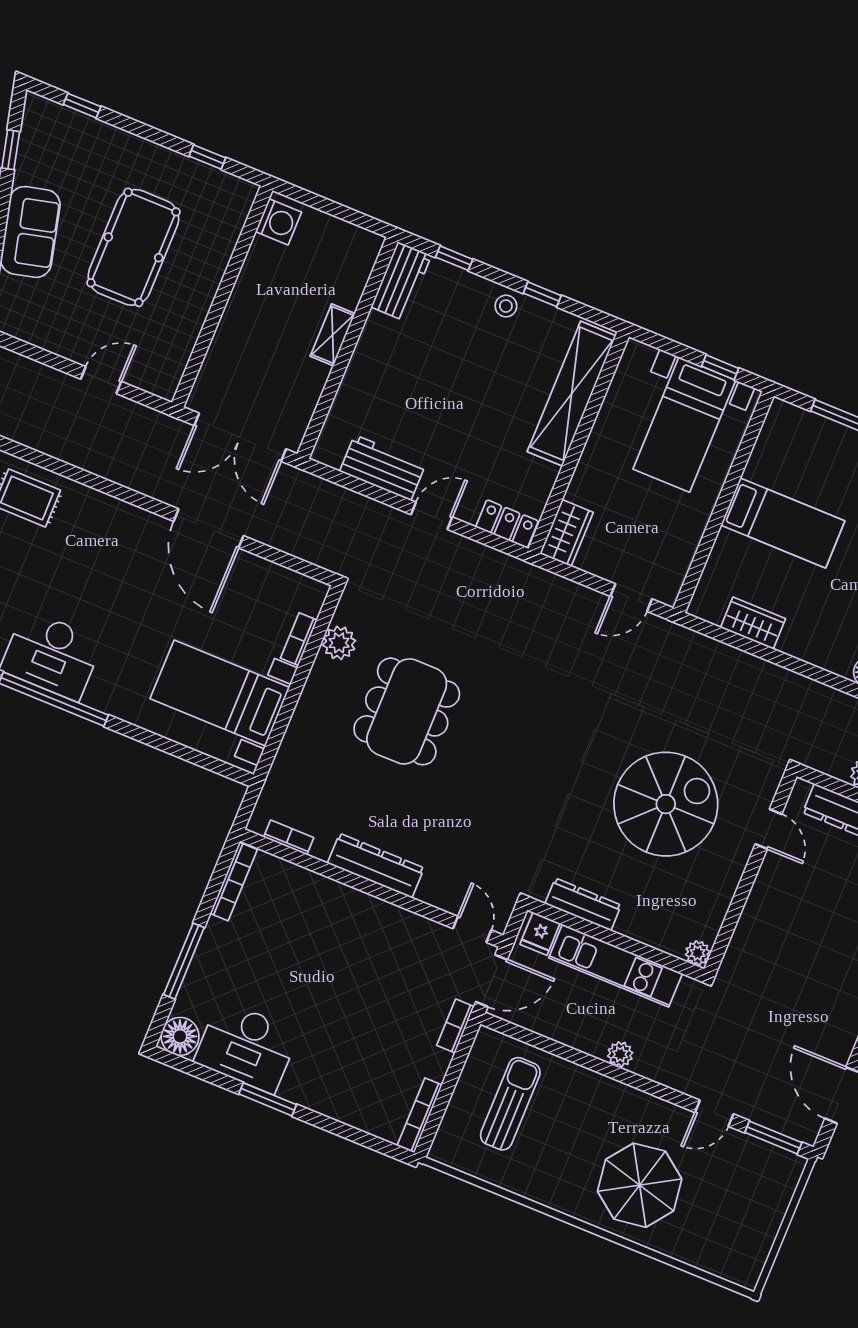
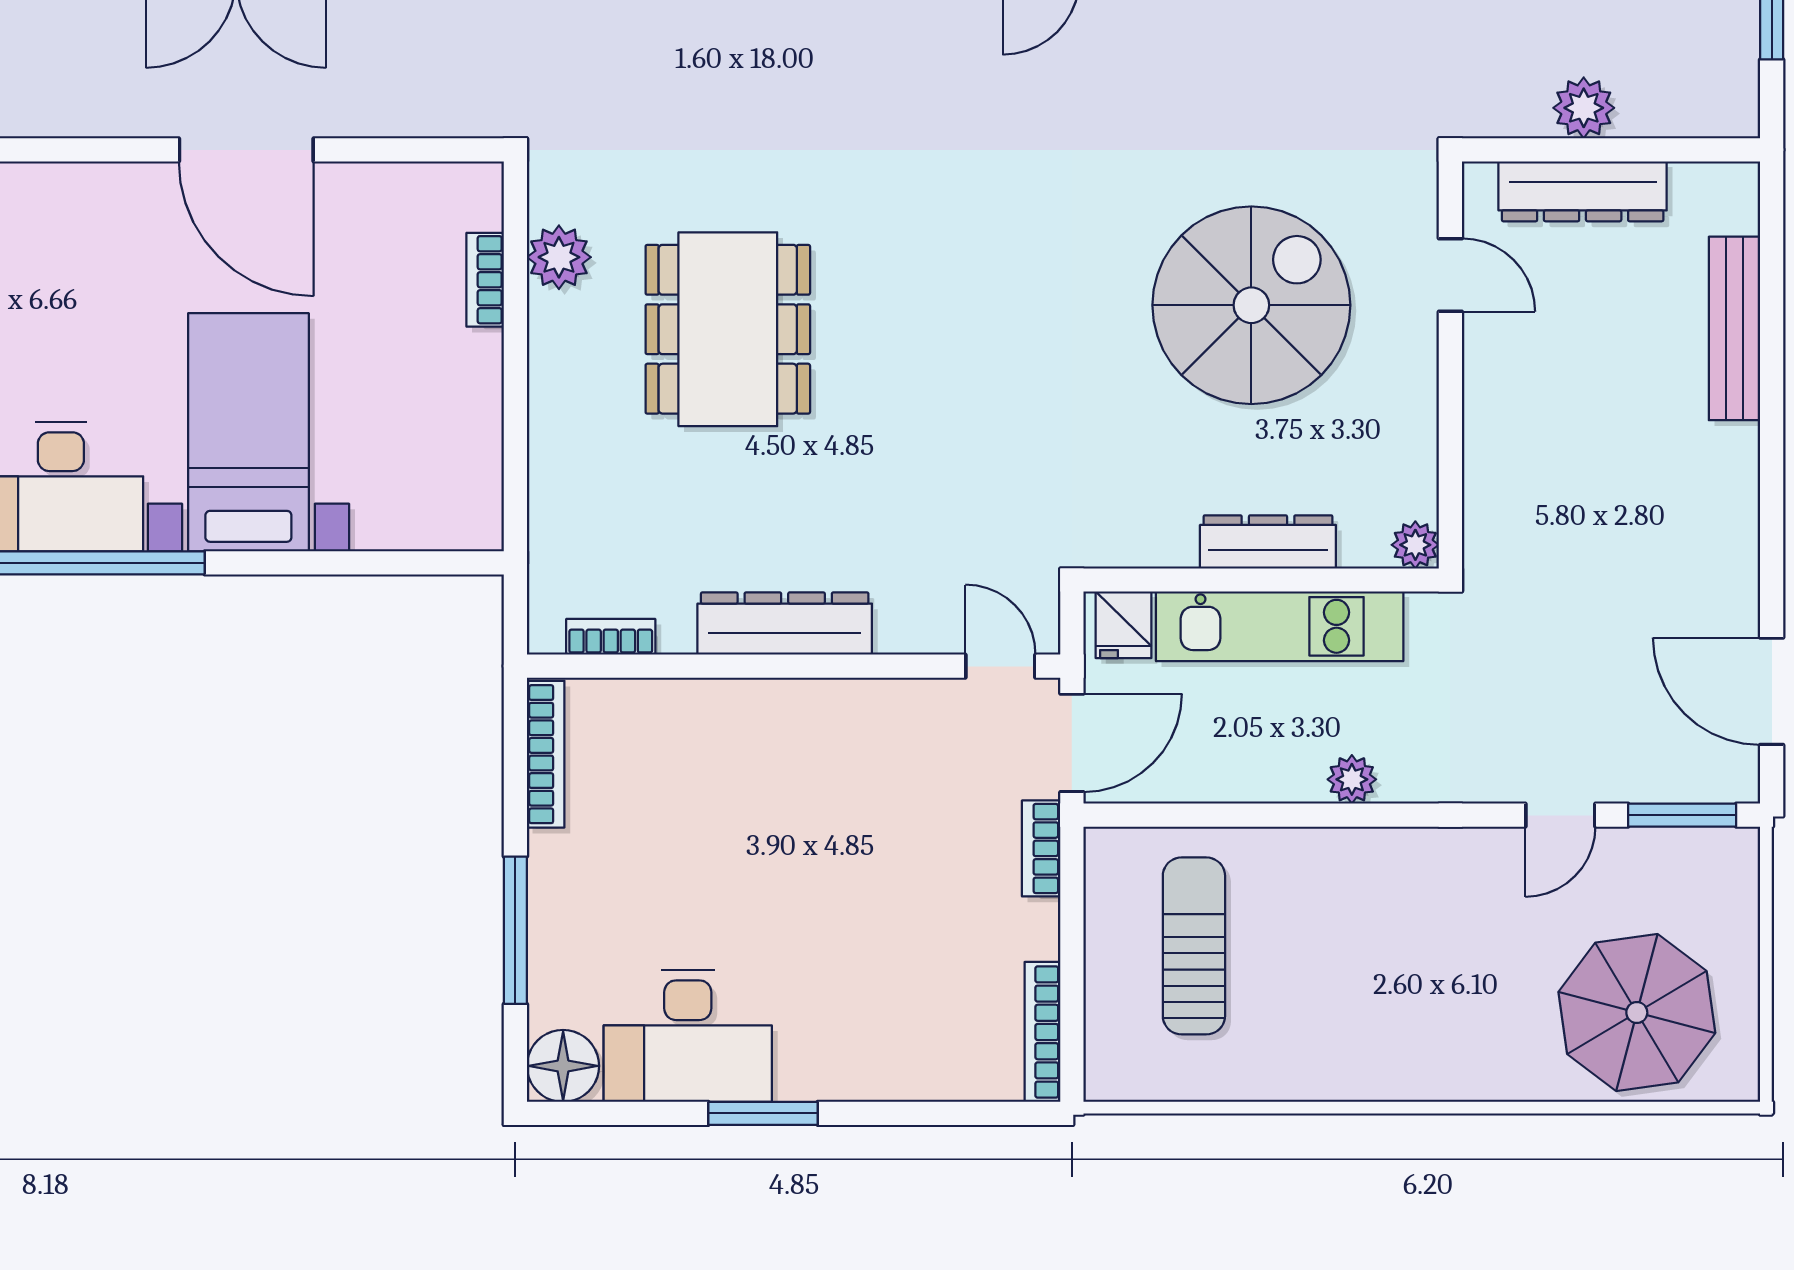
bed with nightstands: (220, 693) -> (248, 432), moved, turned 90
dresser: (583, 904) -> (1268, 542), moved
parasol: (640, 1185) -> (1637, 1012), moved

